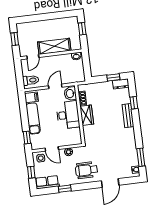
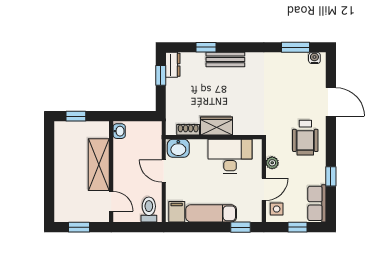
desk: (68, 115) -> (230, 156), moved

